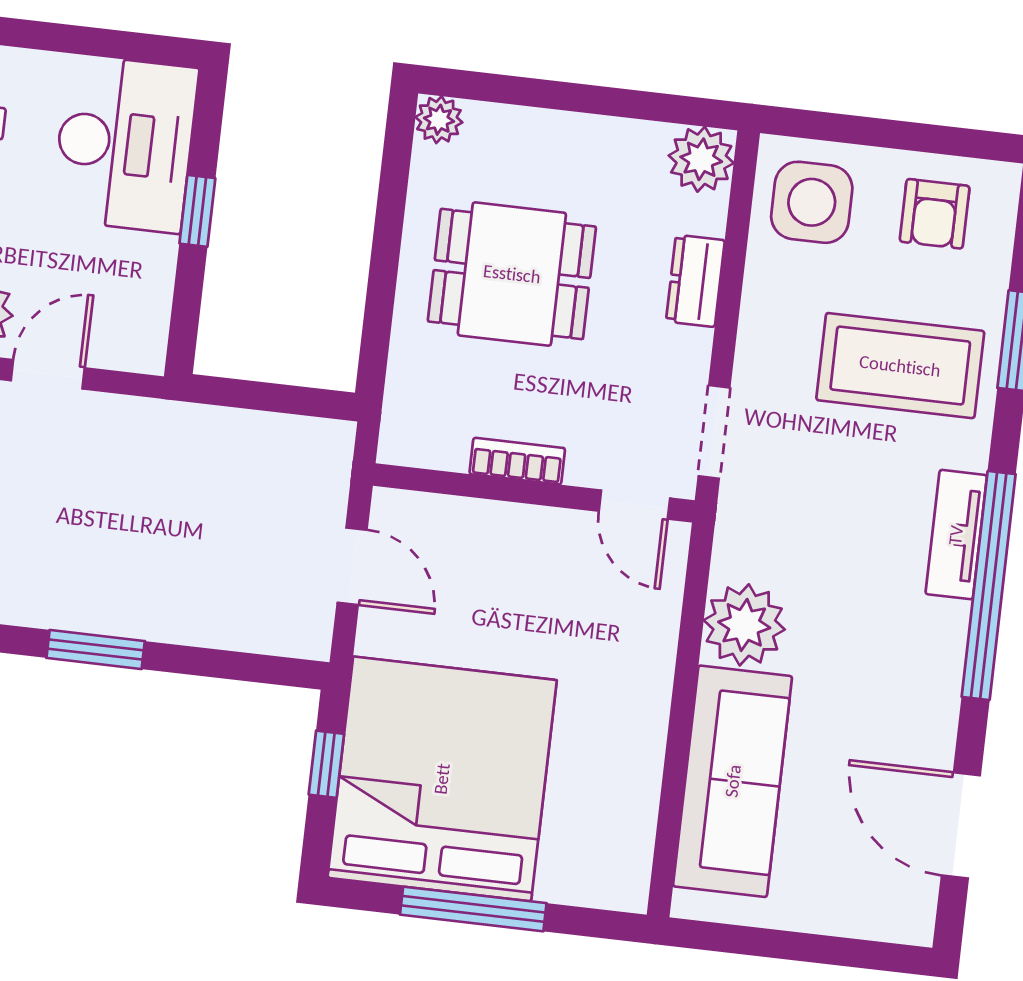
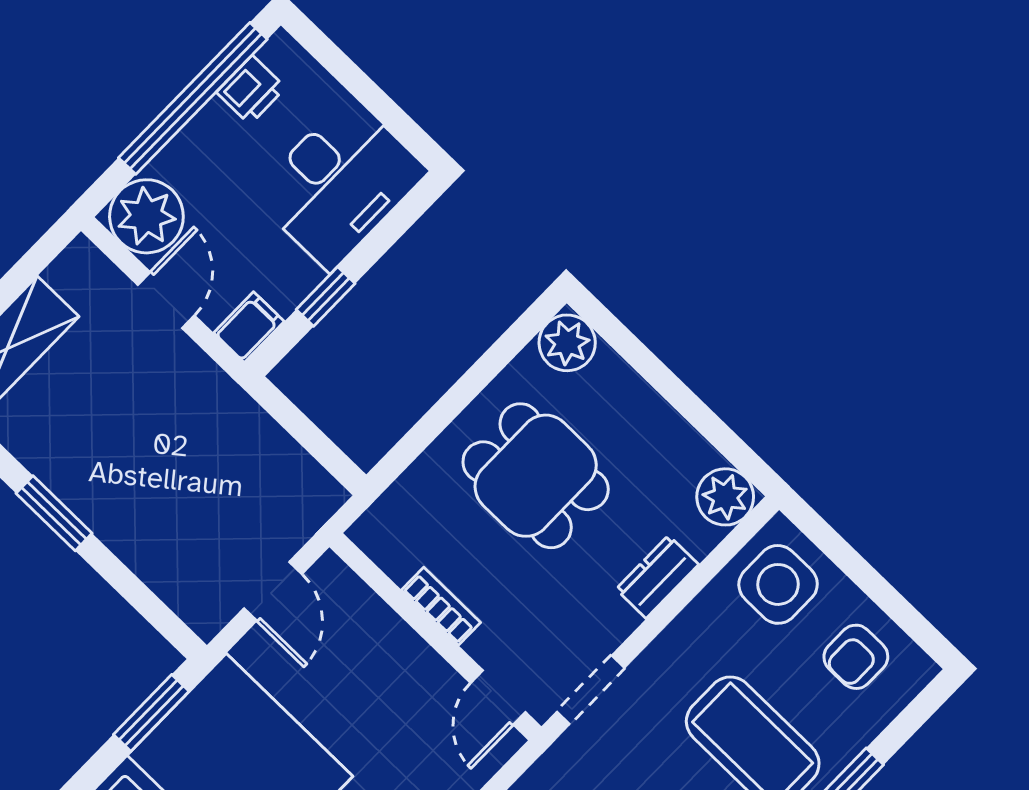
plant: (439, 120) -> (567, 343), width x1.38, depth x1.38
window: (197, 211) -> (326, 297), moved
filing cabinet: (143, 340) -> (249, 327), added
door: (48, 374) -> (166, 300), hinge flipped
window: (326, 764) -> (151, 713), width x1.50

